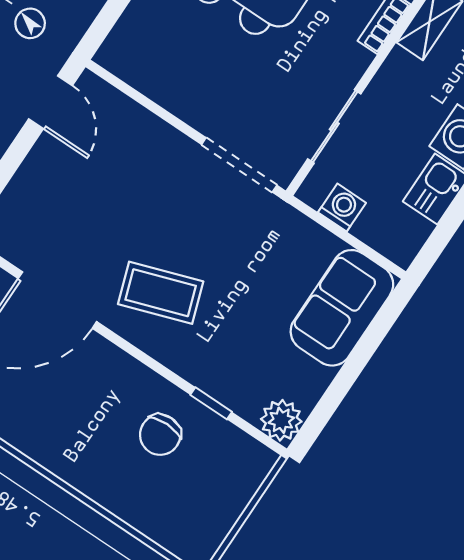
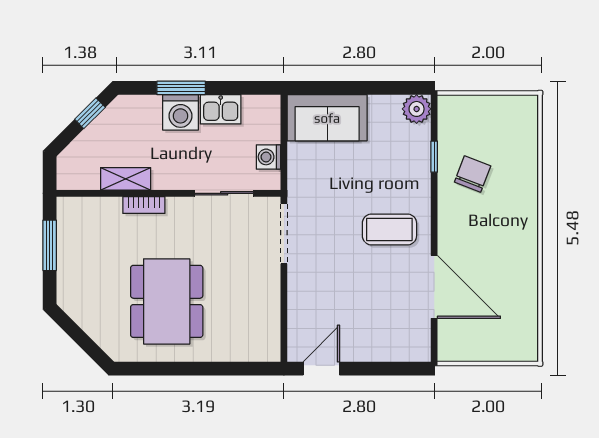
coffee table: (161, 293) -> (389, 229), turned -71
chair: (160, 435) -> (473, 174), turned -69

